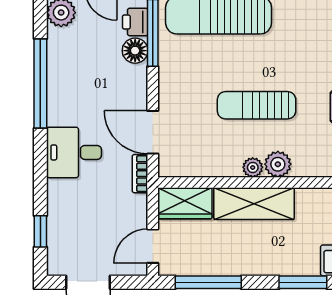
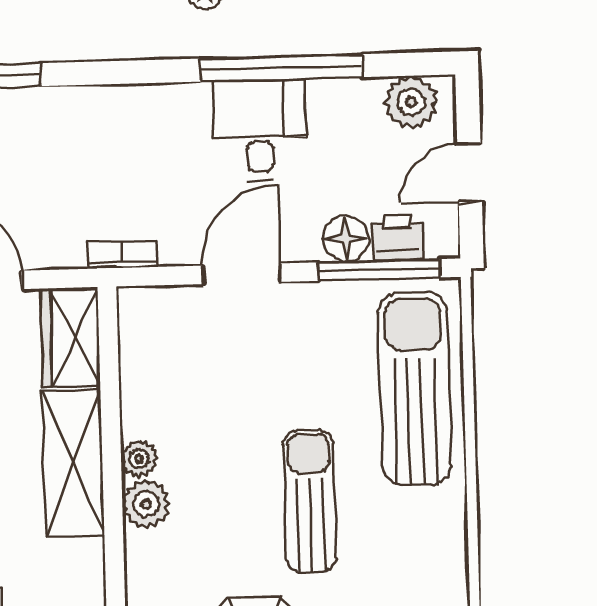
sun lounger: (257, 105) -> (310, 501), moved
door: (153, 132) -> (242, 274), moved
desk: (74, 152) -> (260, 130), moved

